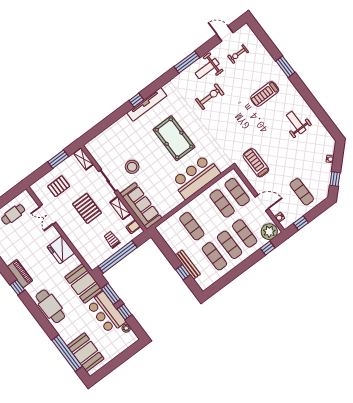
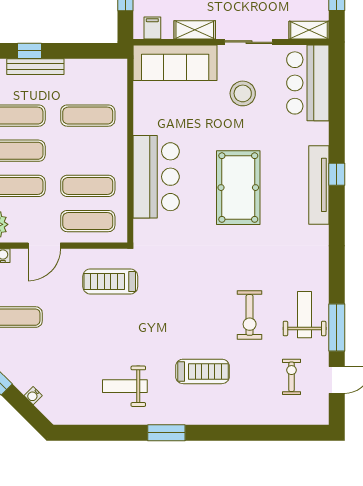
window: (187, 62) -> (337, 327), moved
window: (285, 67) -> (166, 433), moved
treadmill: (265, 94) -> (202, 371), turned 90
exercise bike: (210, 97) -> (250, 315), moved
weight bench: (296, 123) -> (125, 386), turned 180
pool table: (174, 138) -> (238, 188), turned 90
bar counter: (106, 142) -> (308, 83), added
treadmill: (256, 163) -> (110, 281), turned 180

